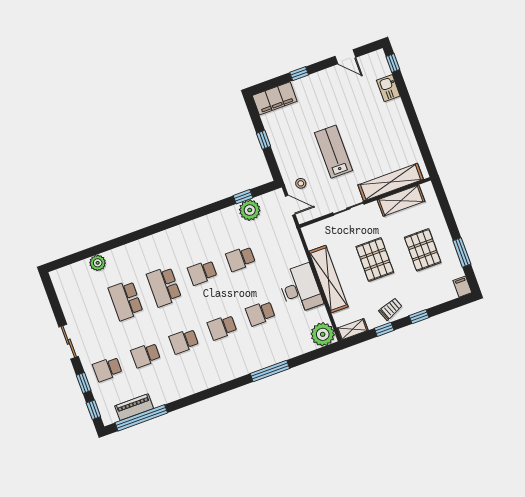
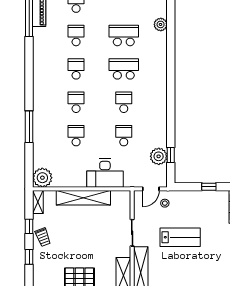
pallet: (375, 260) -> (85, 239), removed
desk: (300, 289) -> (105, 173), moved

